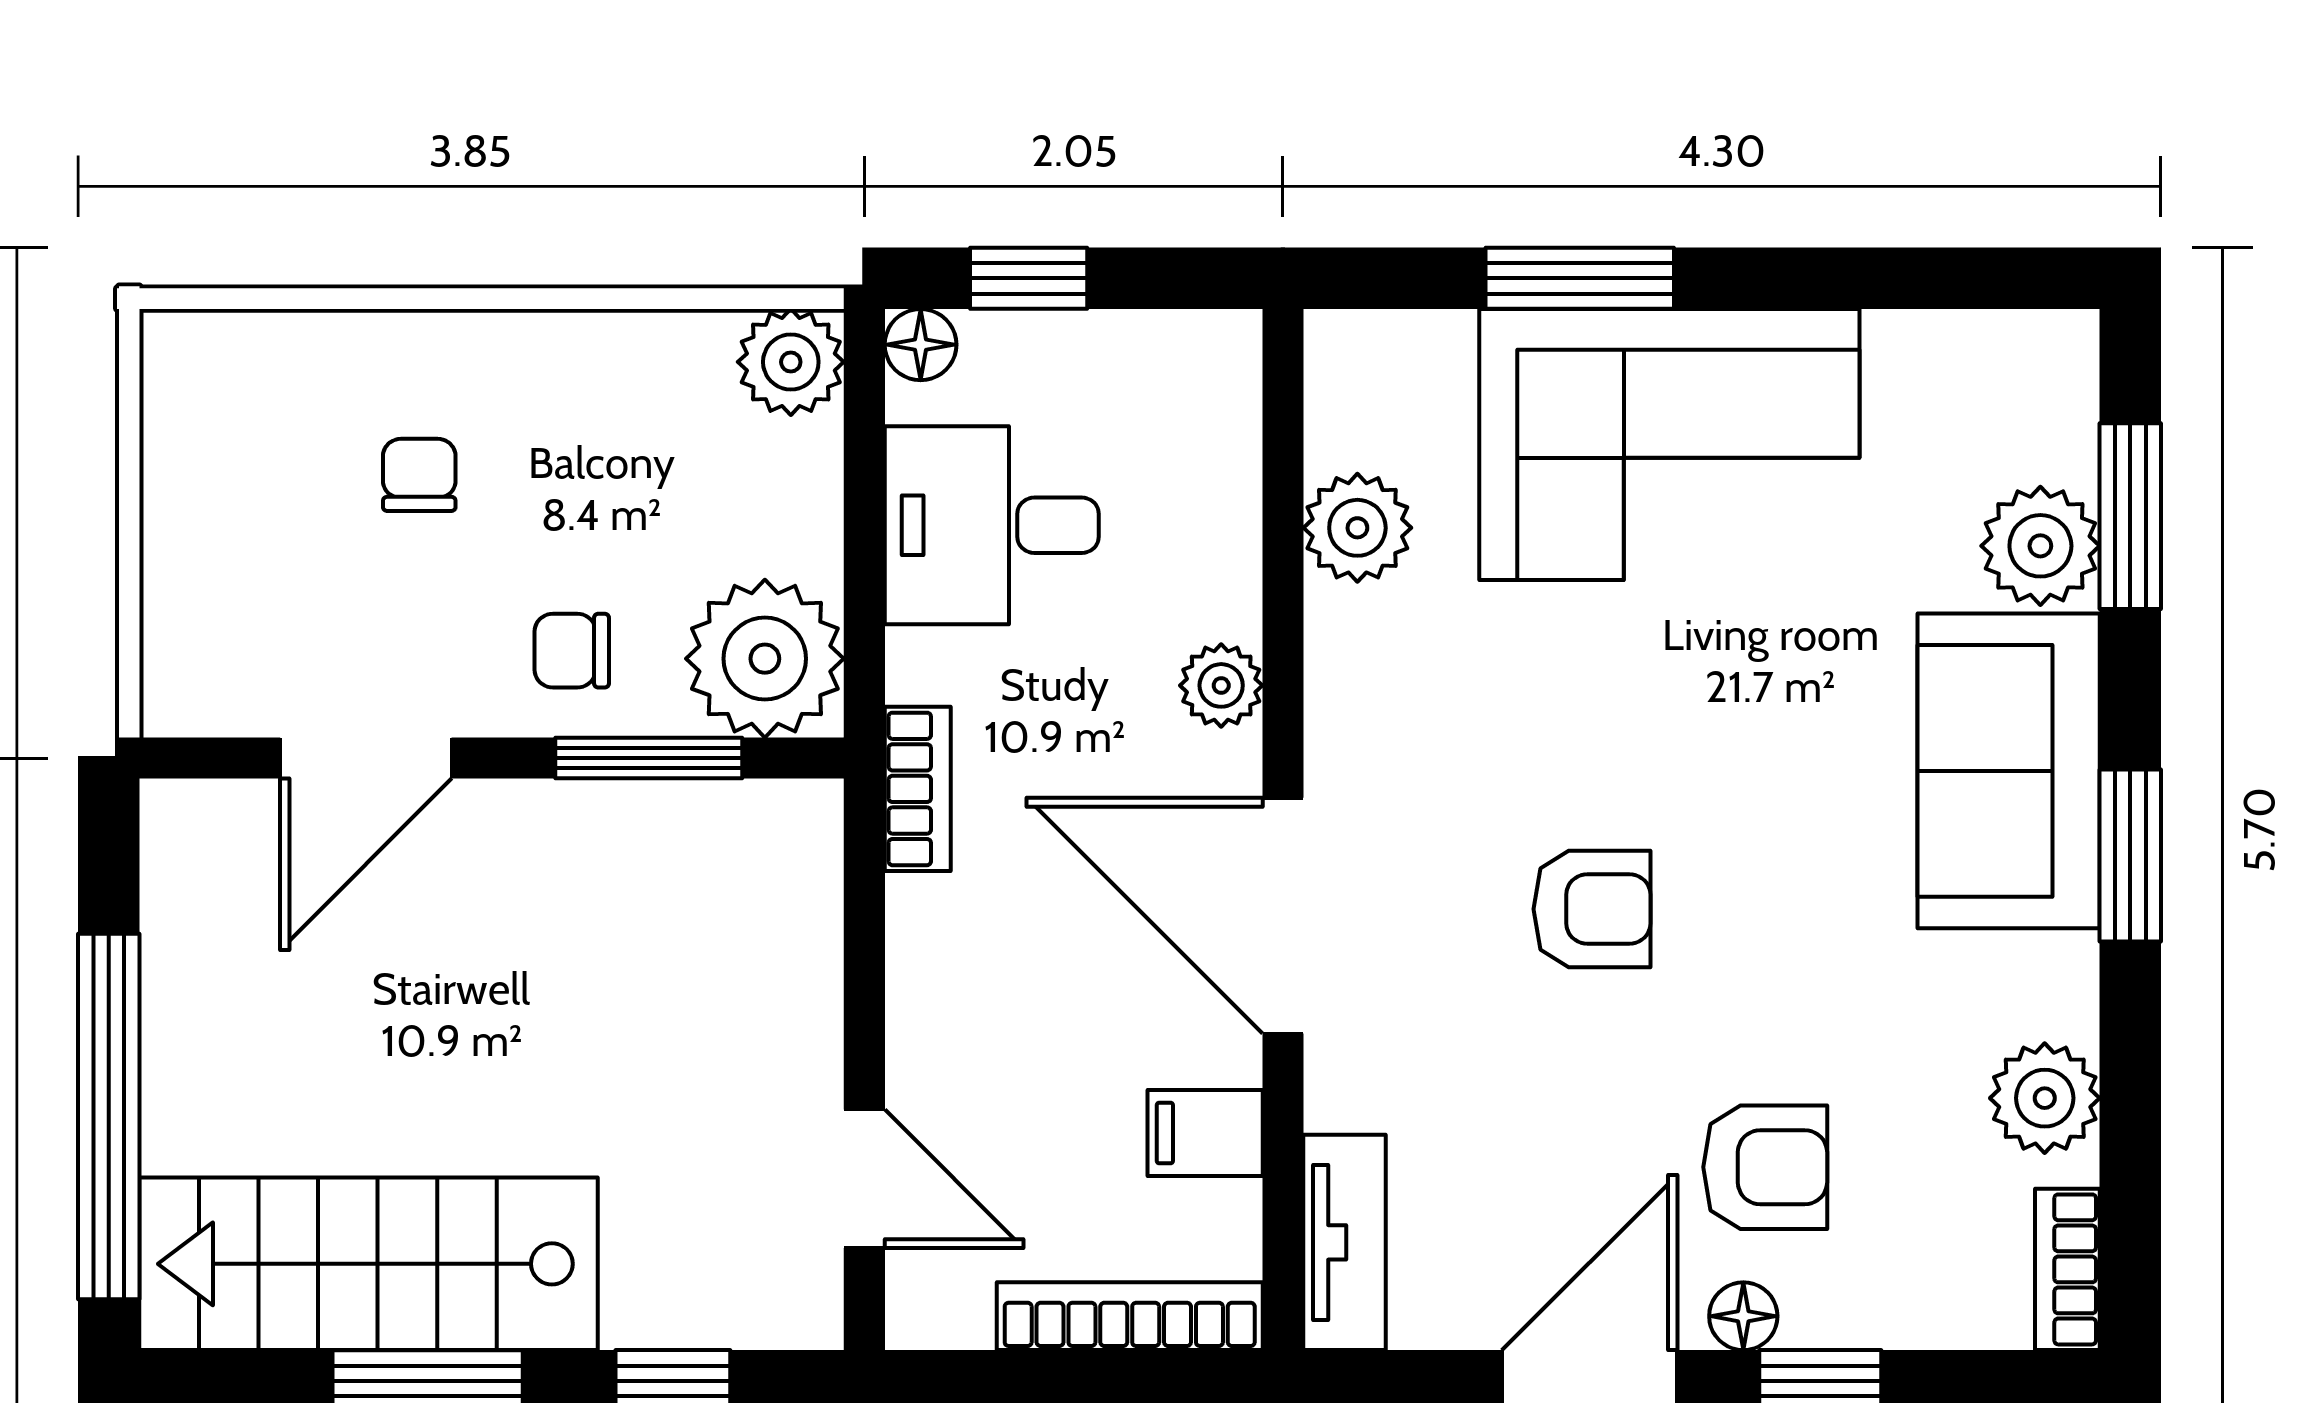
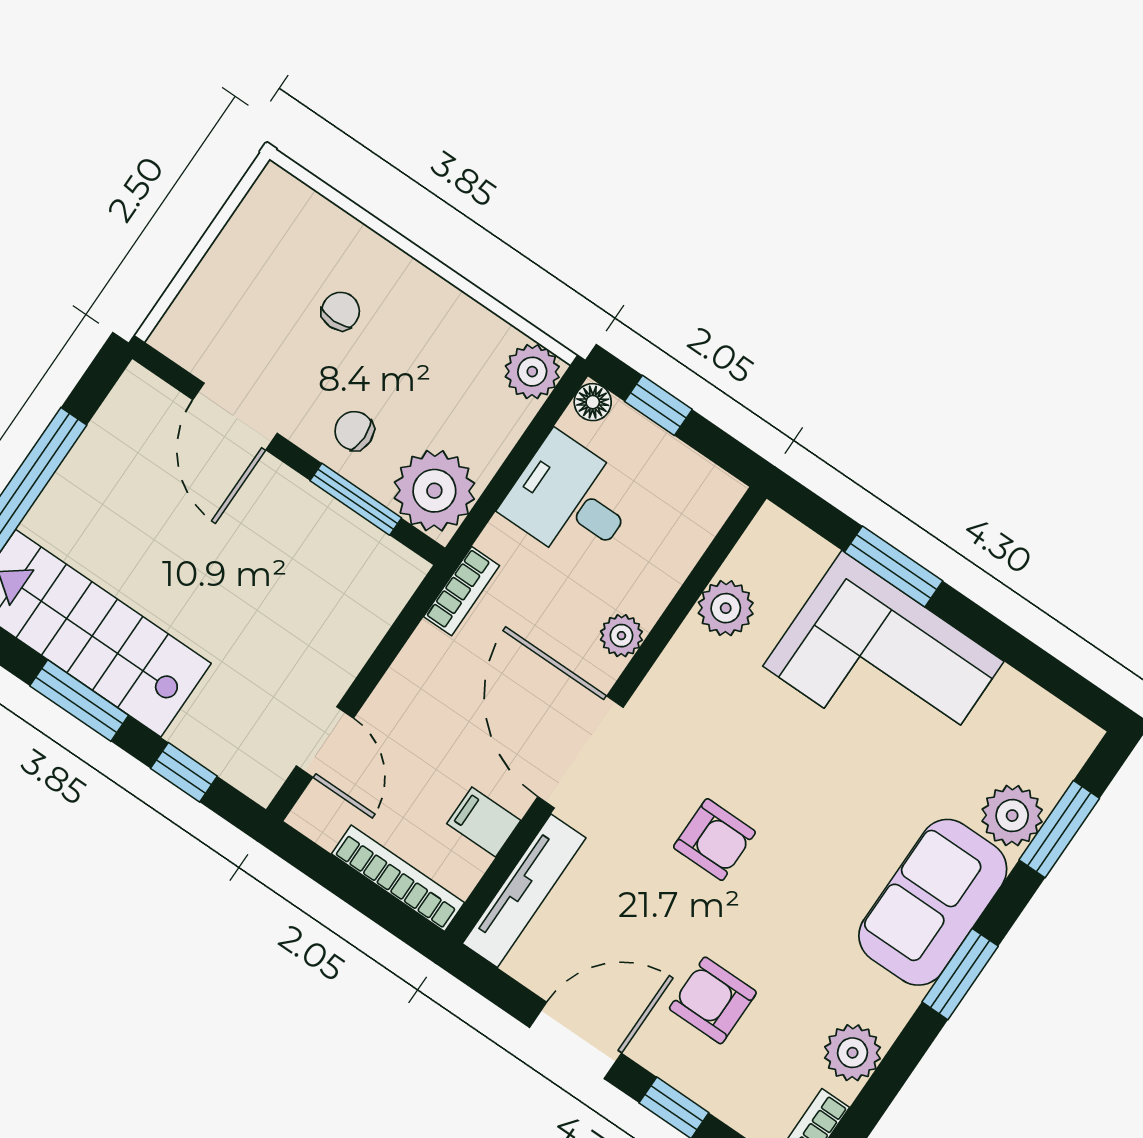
door: (366, 758) -> (235, 417), hinge flipped
armchair: (1765, 1167) -> (713, 1000), turned 180
tv unit: (1345, 1242) -> (524, 891), width x1.41
floor lamp: (1743, 1316) -> (660, 1058), removed

